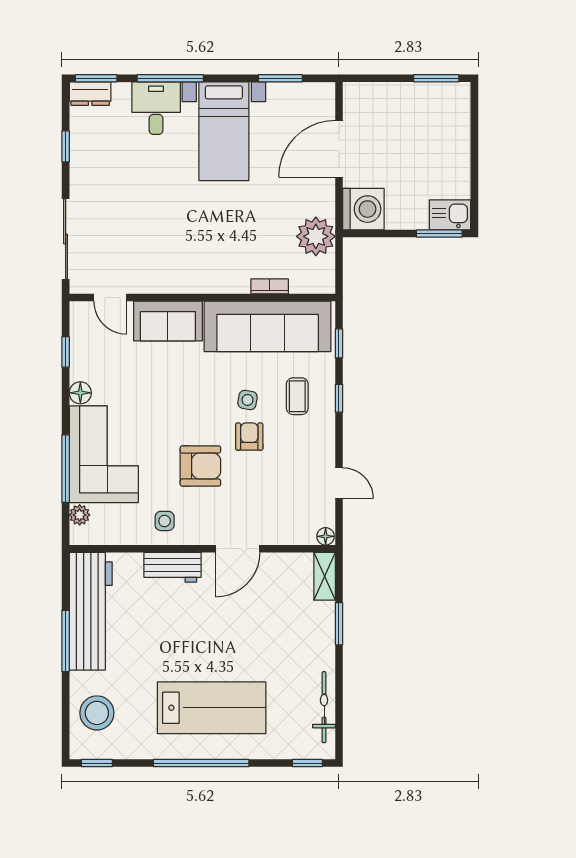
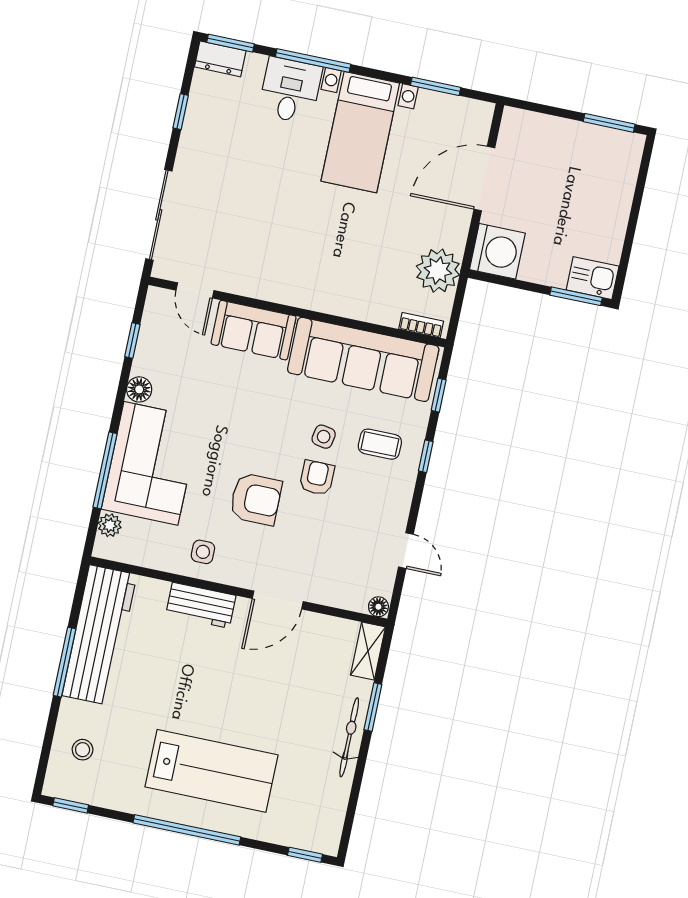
bookcase: (270, 286) -> (421, 325), moved
coffee table: (297, 396) -> (380, 444), turned 90
bicycle: (324, 707) -> (349, 737), moved
stool: (97, 713) -> (83, 750), width x0.53, depth x0.53

